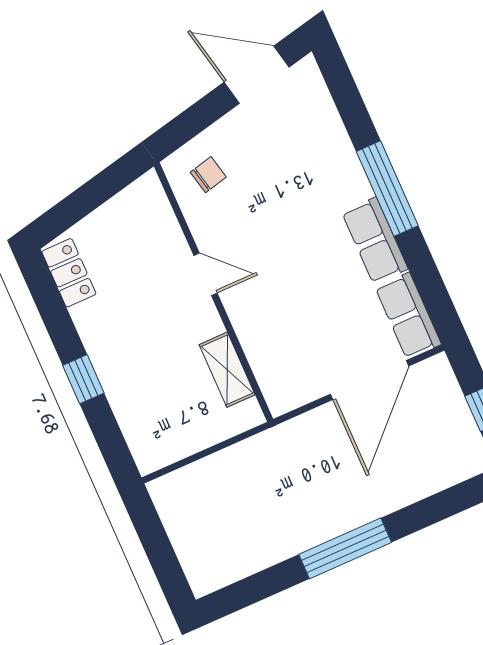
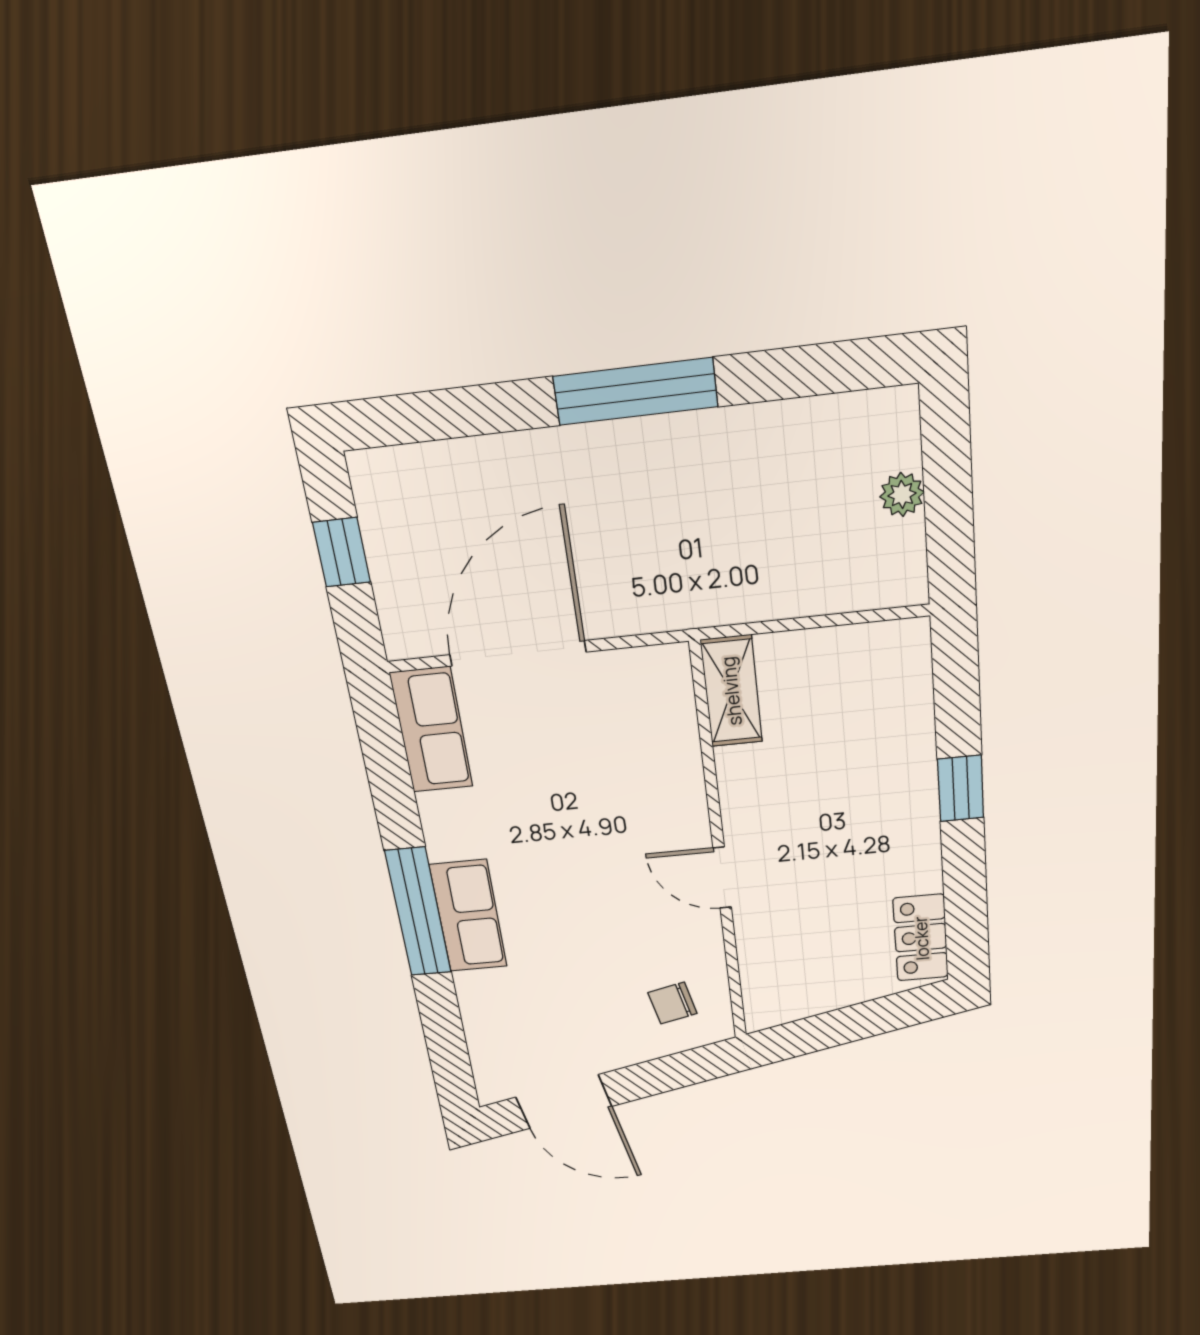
row of seats: (375, 241) -> (468, 916), moved
shelving: (227, 370) -> (731, 691), moved
plant: (183, 539) -> (902, 494), added

